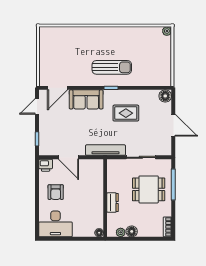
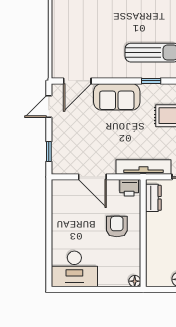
printer: (46, 165) -> (129, 188), moved
armchair: (56, 192) -> (117, 226), moved, turned 180
dresser: (113, 202) -> (153, 198), moved
plant: (121, 232) -> (164, 281), removed

